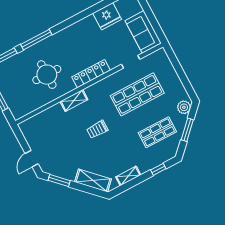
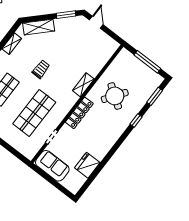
window: (36, 40) -> (136, 120), width x0.46
round table: (47, 75) -> (115, 96), turned 35
trolley: (97, 129) -> (41, 69), moved

